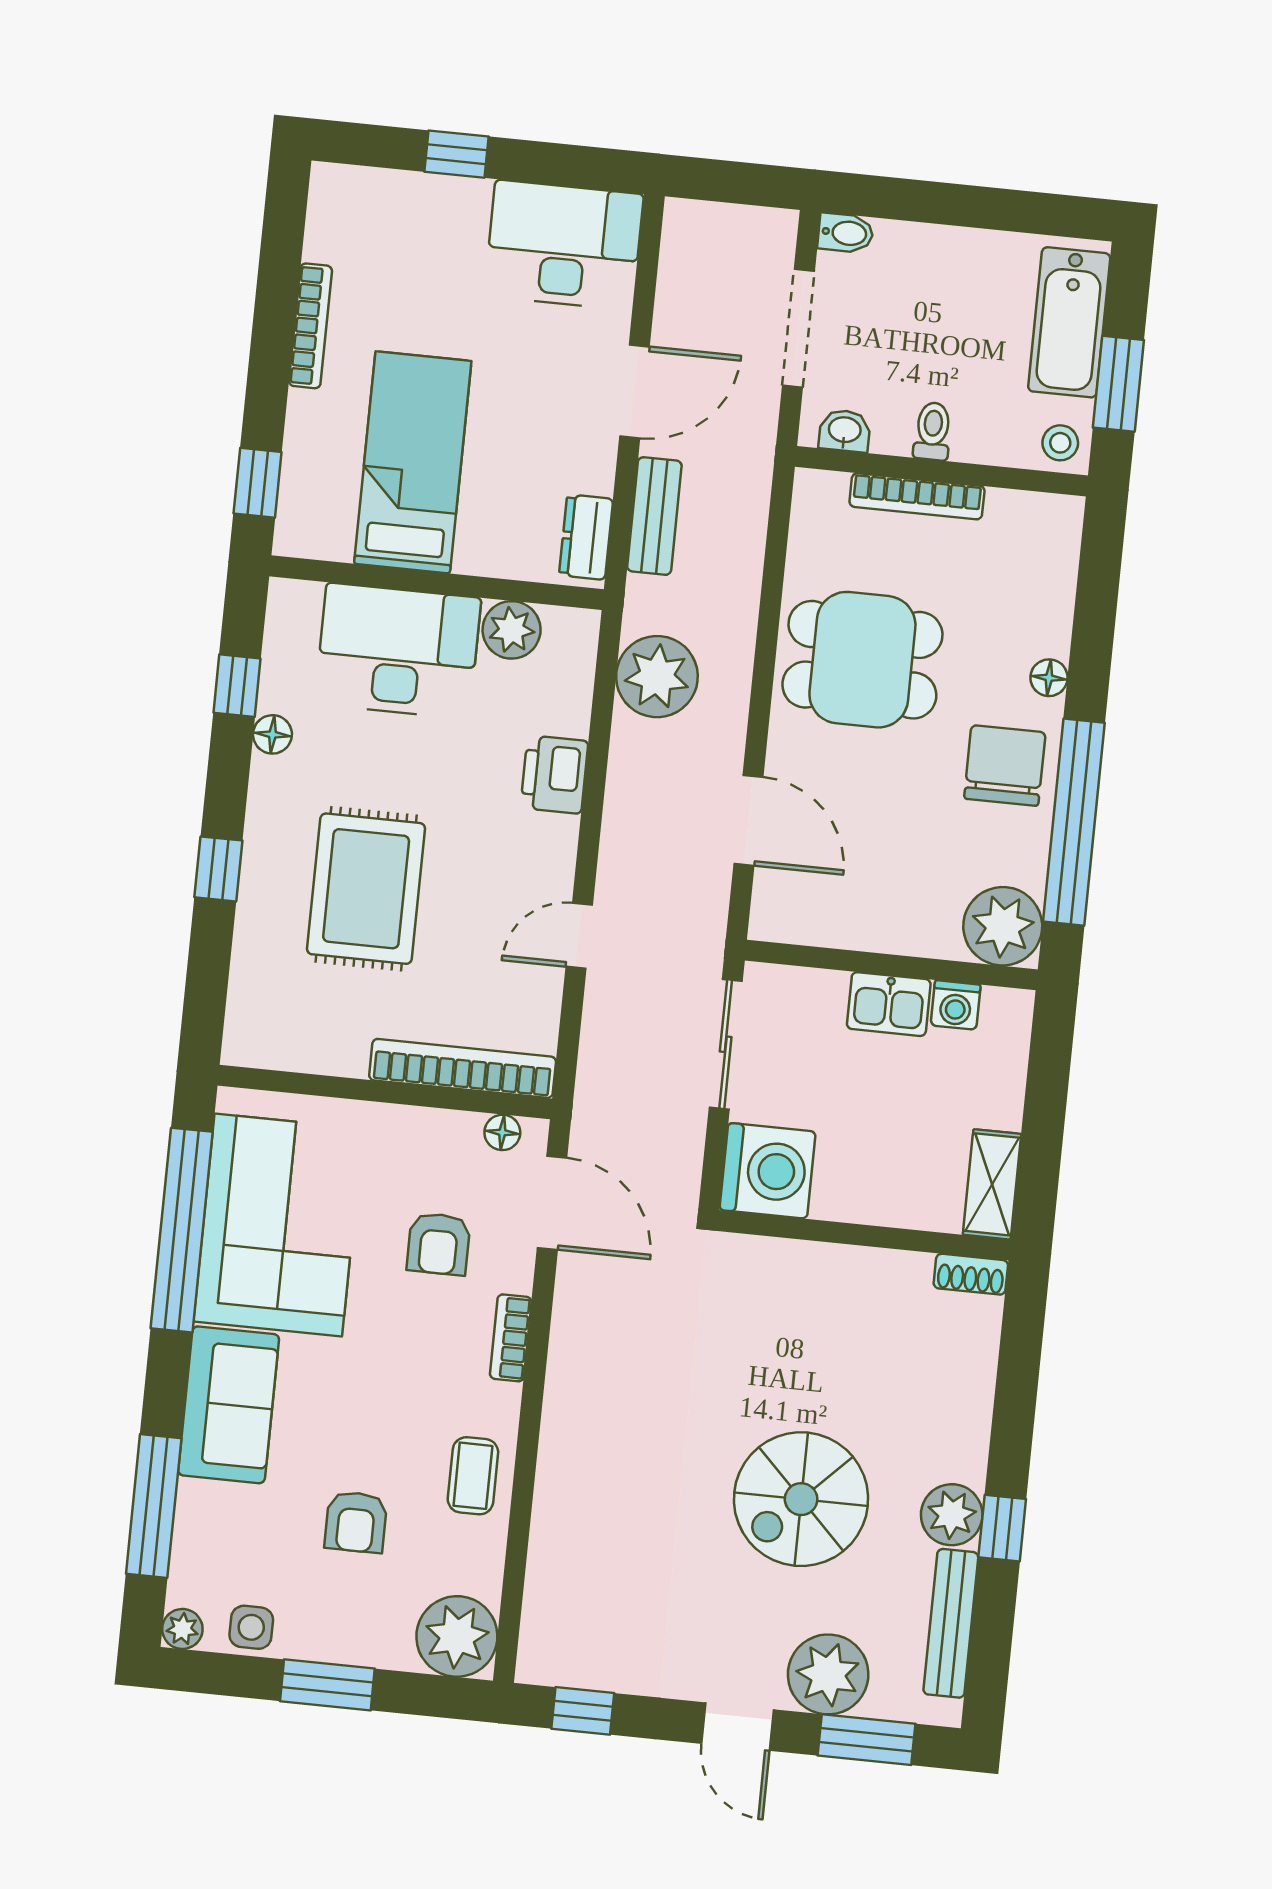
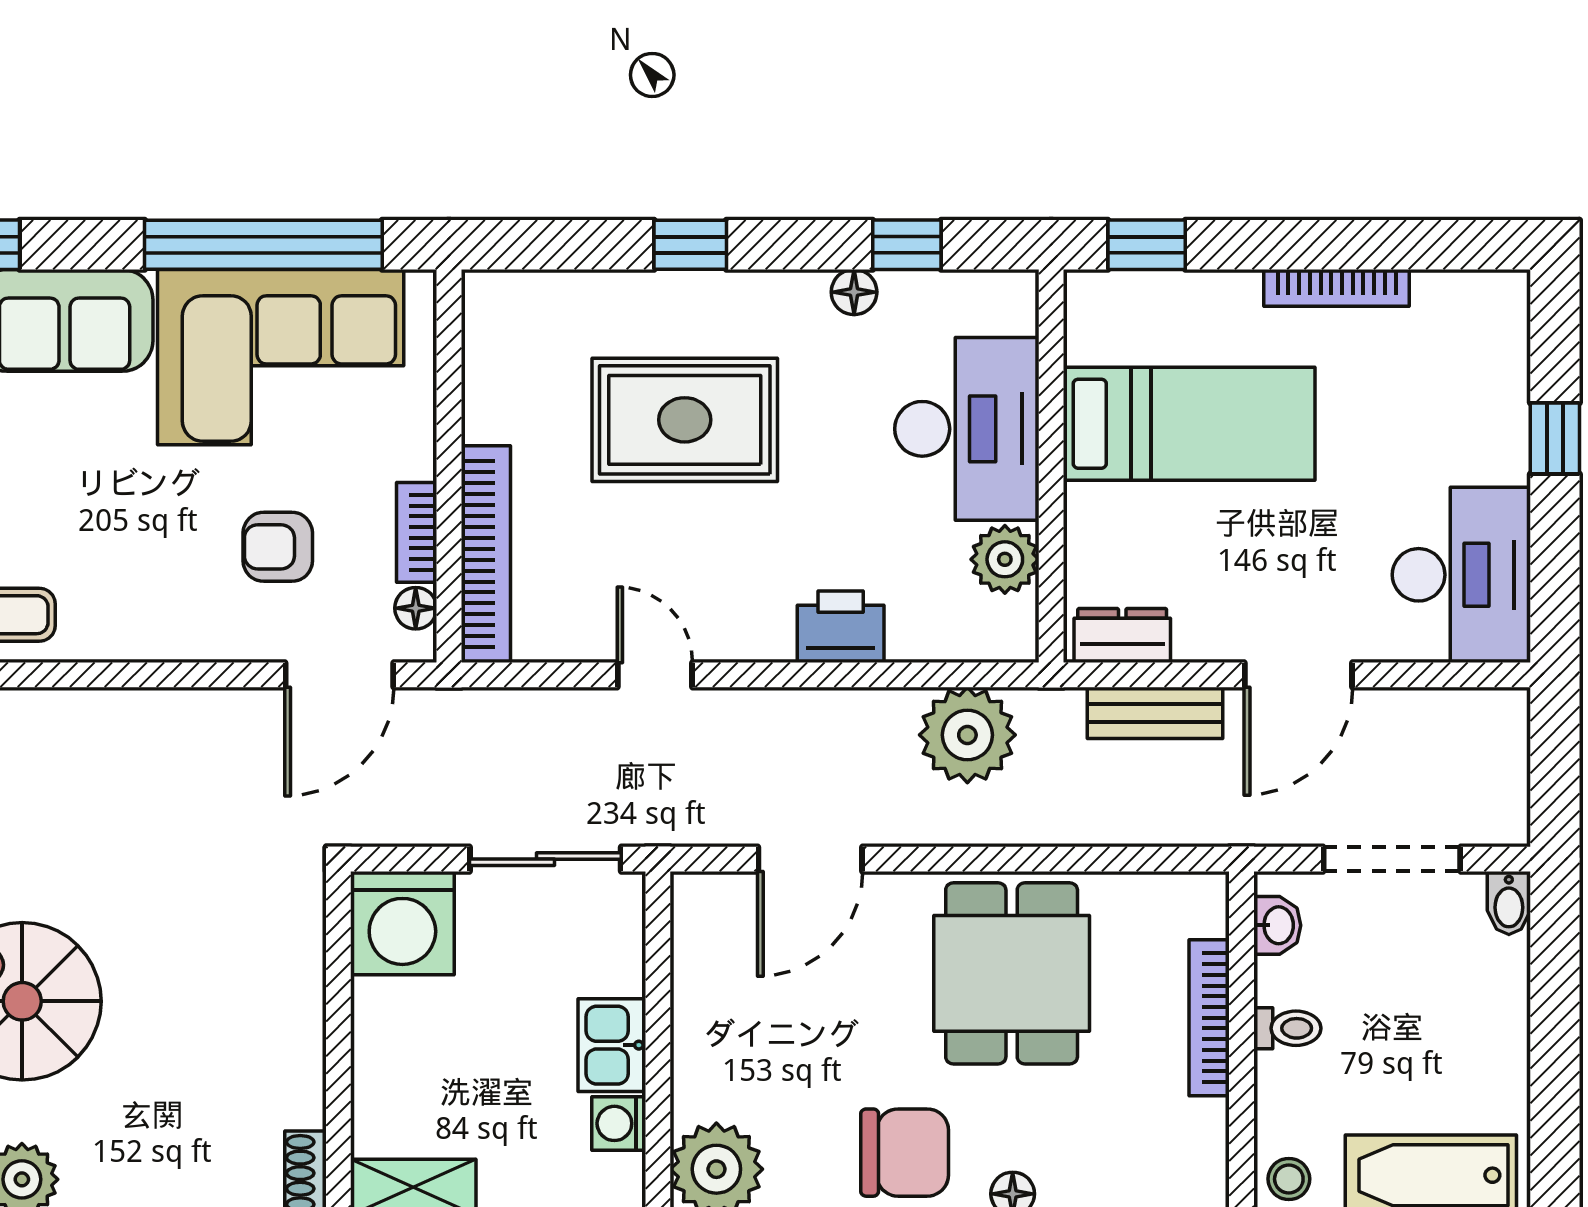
door: (634, 391) -> (1298, 675), hinge flipped
bookcase: (511, 1338) -> (417, 532), moved, turned -90

